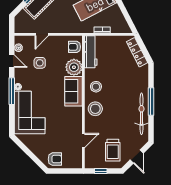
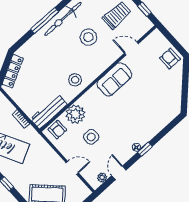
side table: (40, 63) -> (91, 137), moved
window: (12, 91) -> (145, 149), width x0.46
sofa: (74, 91) -> (114, 79), moved
stool: (95, 109) -> (88, 37), moved
corner sofa: (30, 113) -> (149, 117), removed

